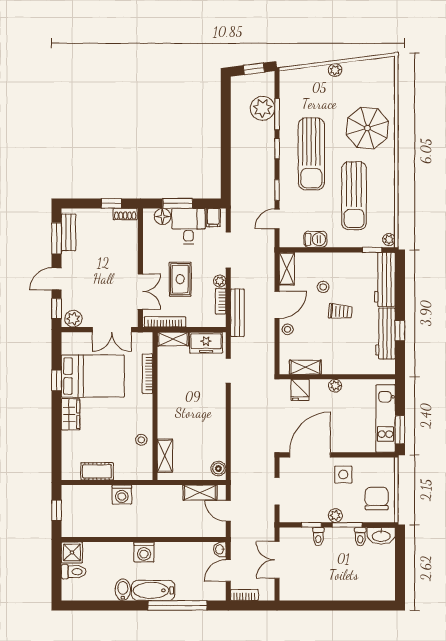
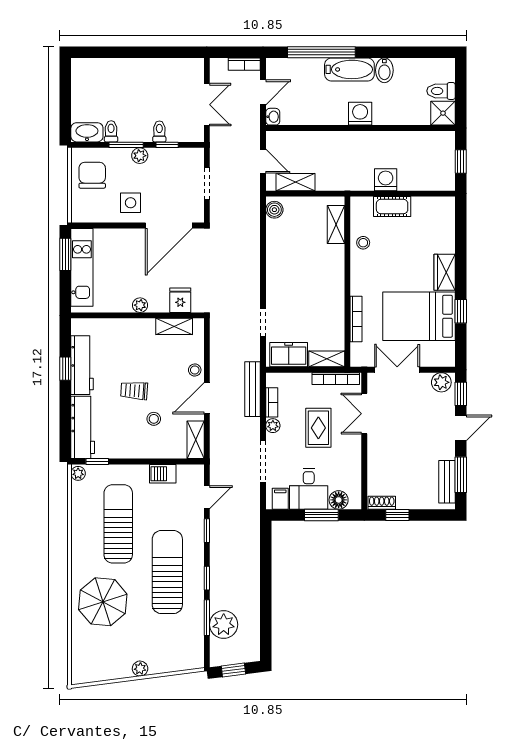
cot: (97, 471) -> (392, 207), moved
chair: (377, 499) -> (92, 175), turned 180

